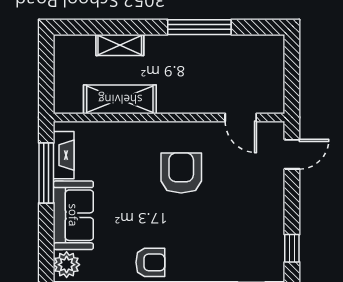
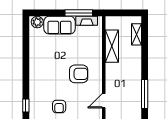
window: (199, 27) -> (145, 94), moved
shelving: (120, 45) -> (136, 34), moved
armchair: (150, 262) -> (59, 107), moved

